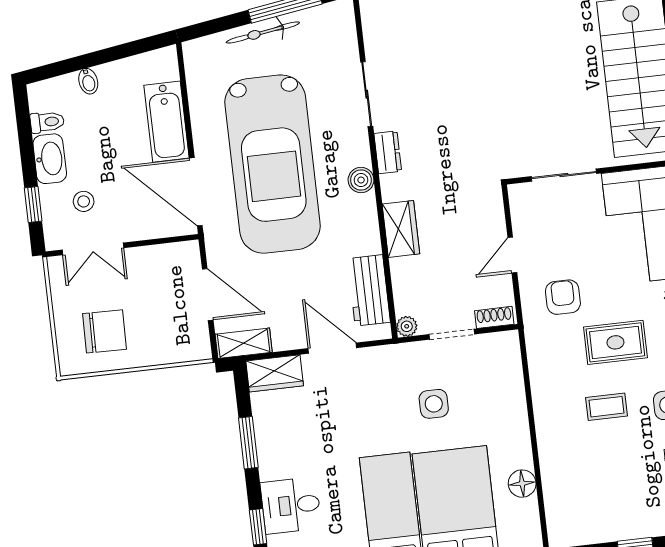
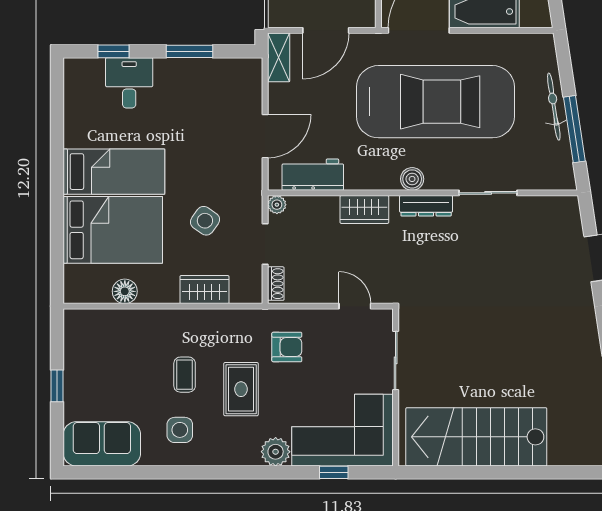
dresser: (388, 152) -> (426, 206), width x1.44
car: (273, 164) -> (435, 102), turned 180
door: (512, 255) -> (355, 306), moved
wardrobe: (275, 373) -> (204, 290), moved, turned 90
side table: (434, 404) -> (205, 221), turned 35

